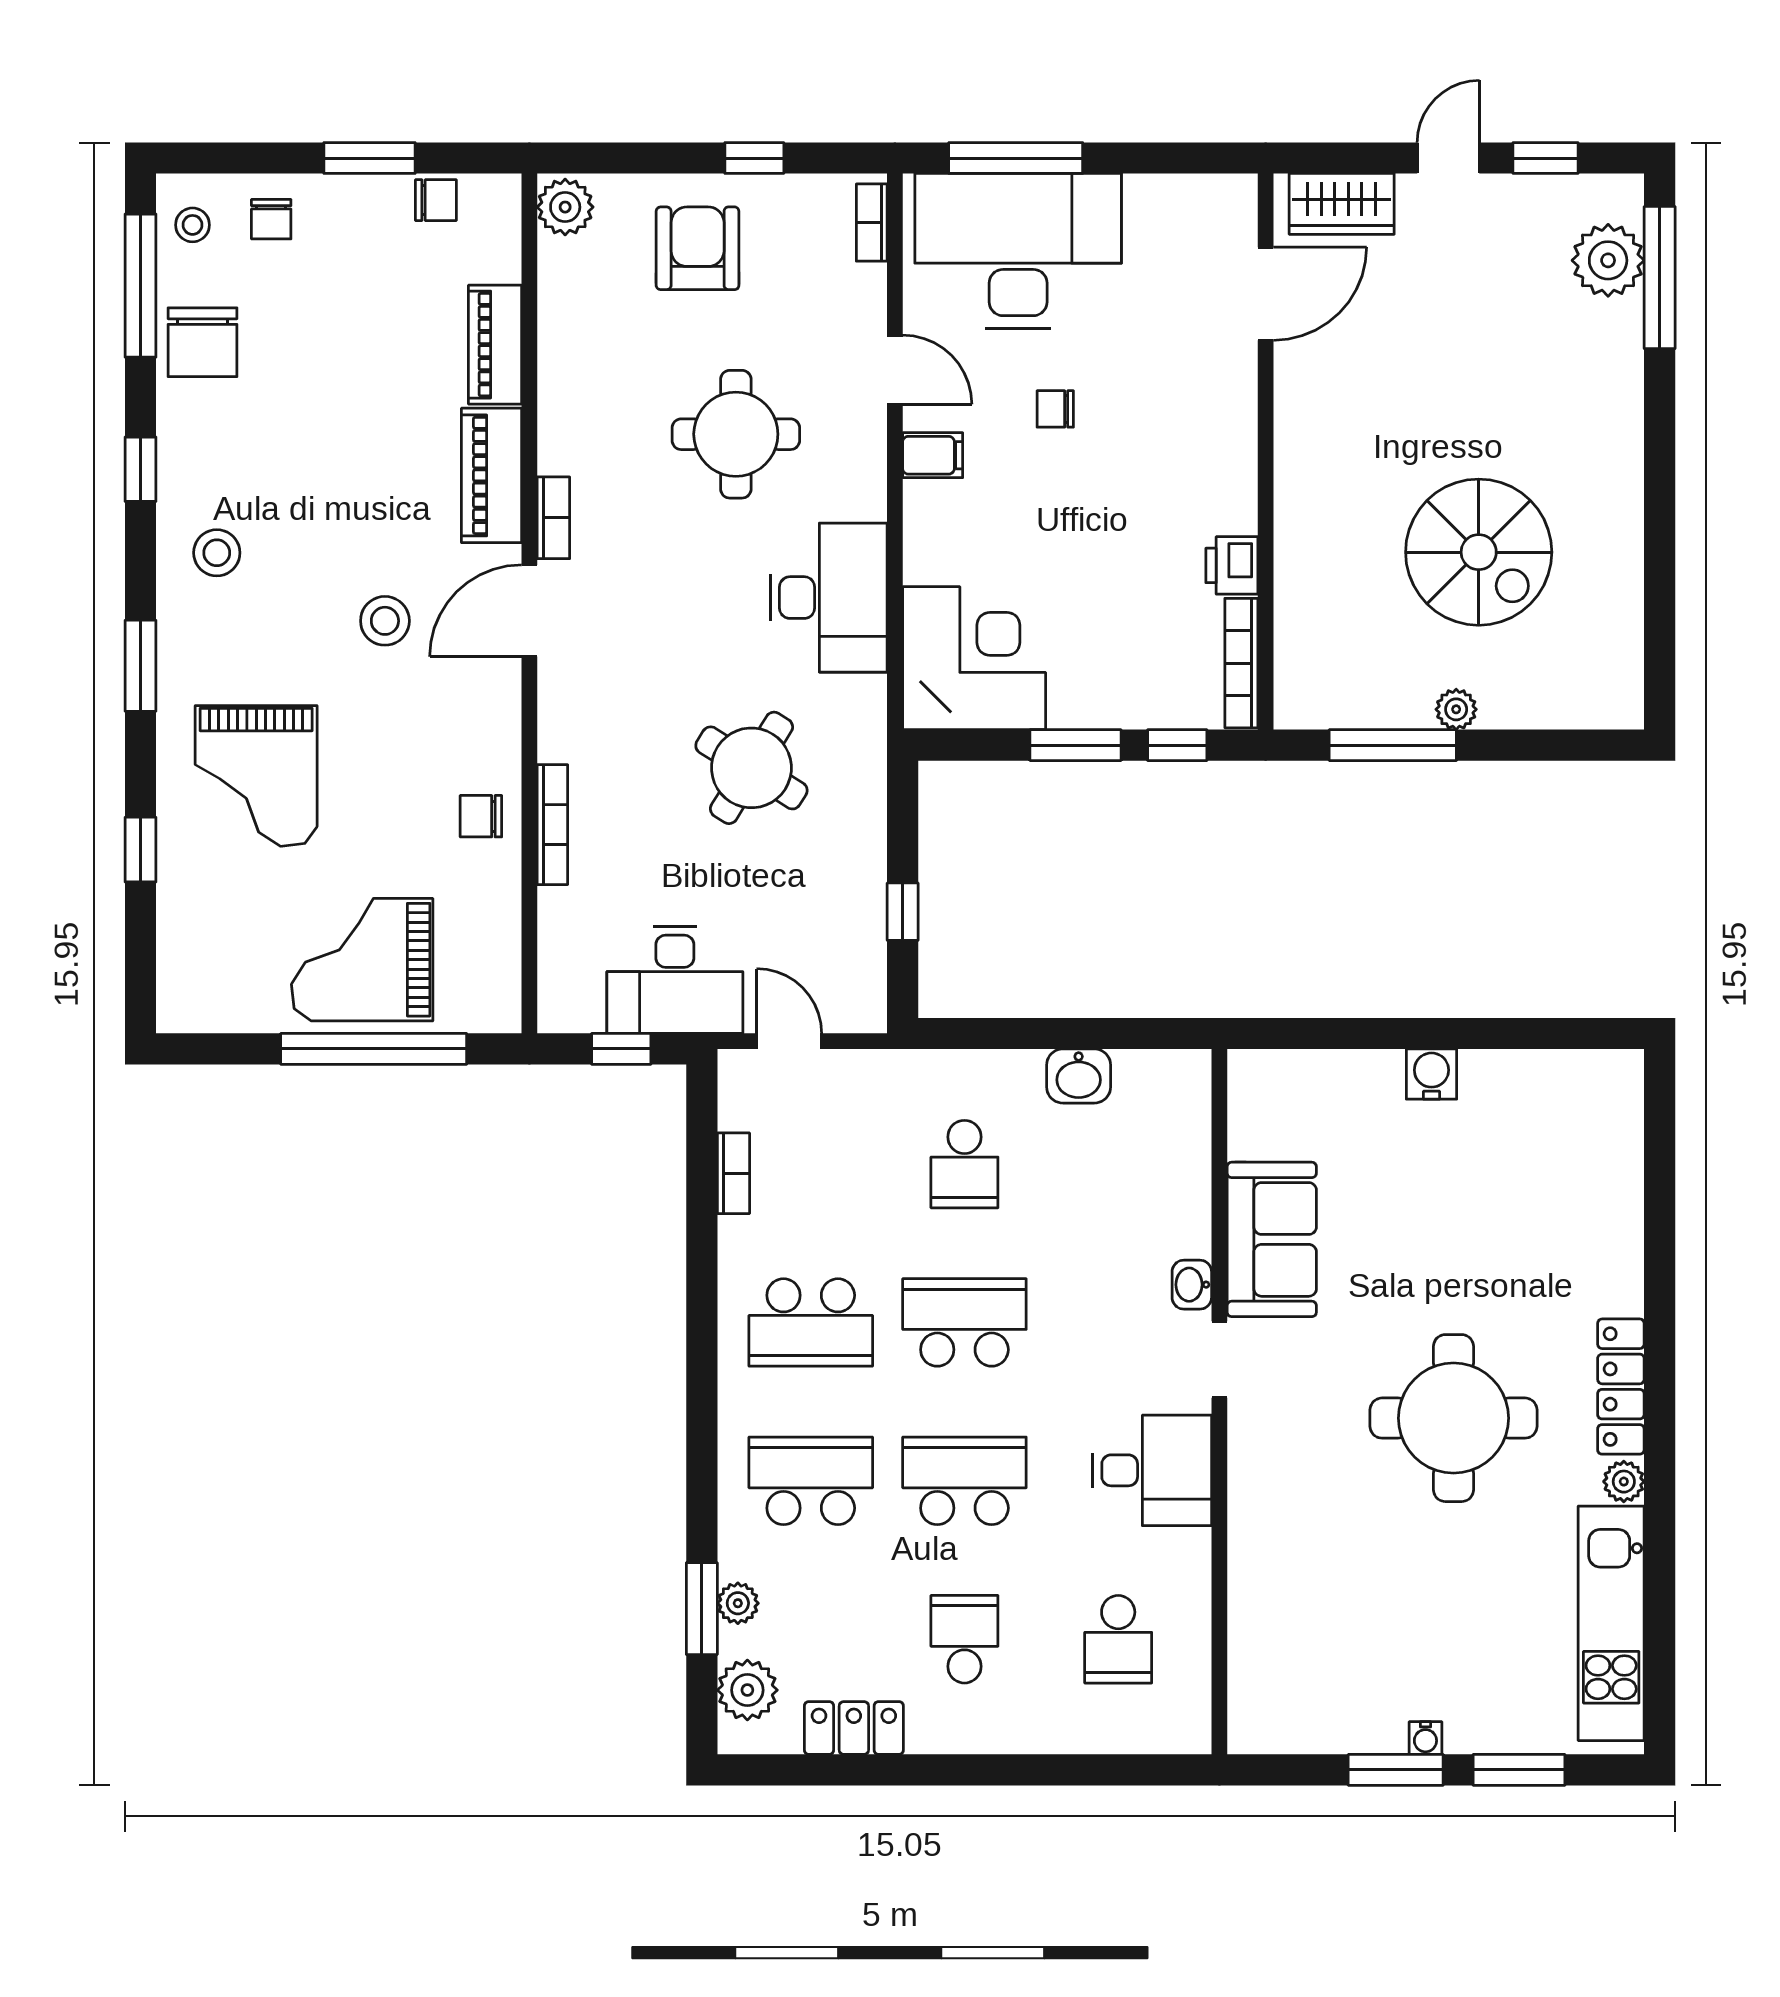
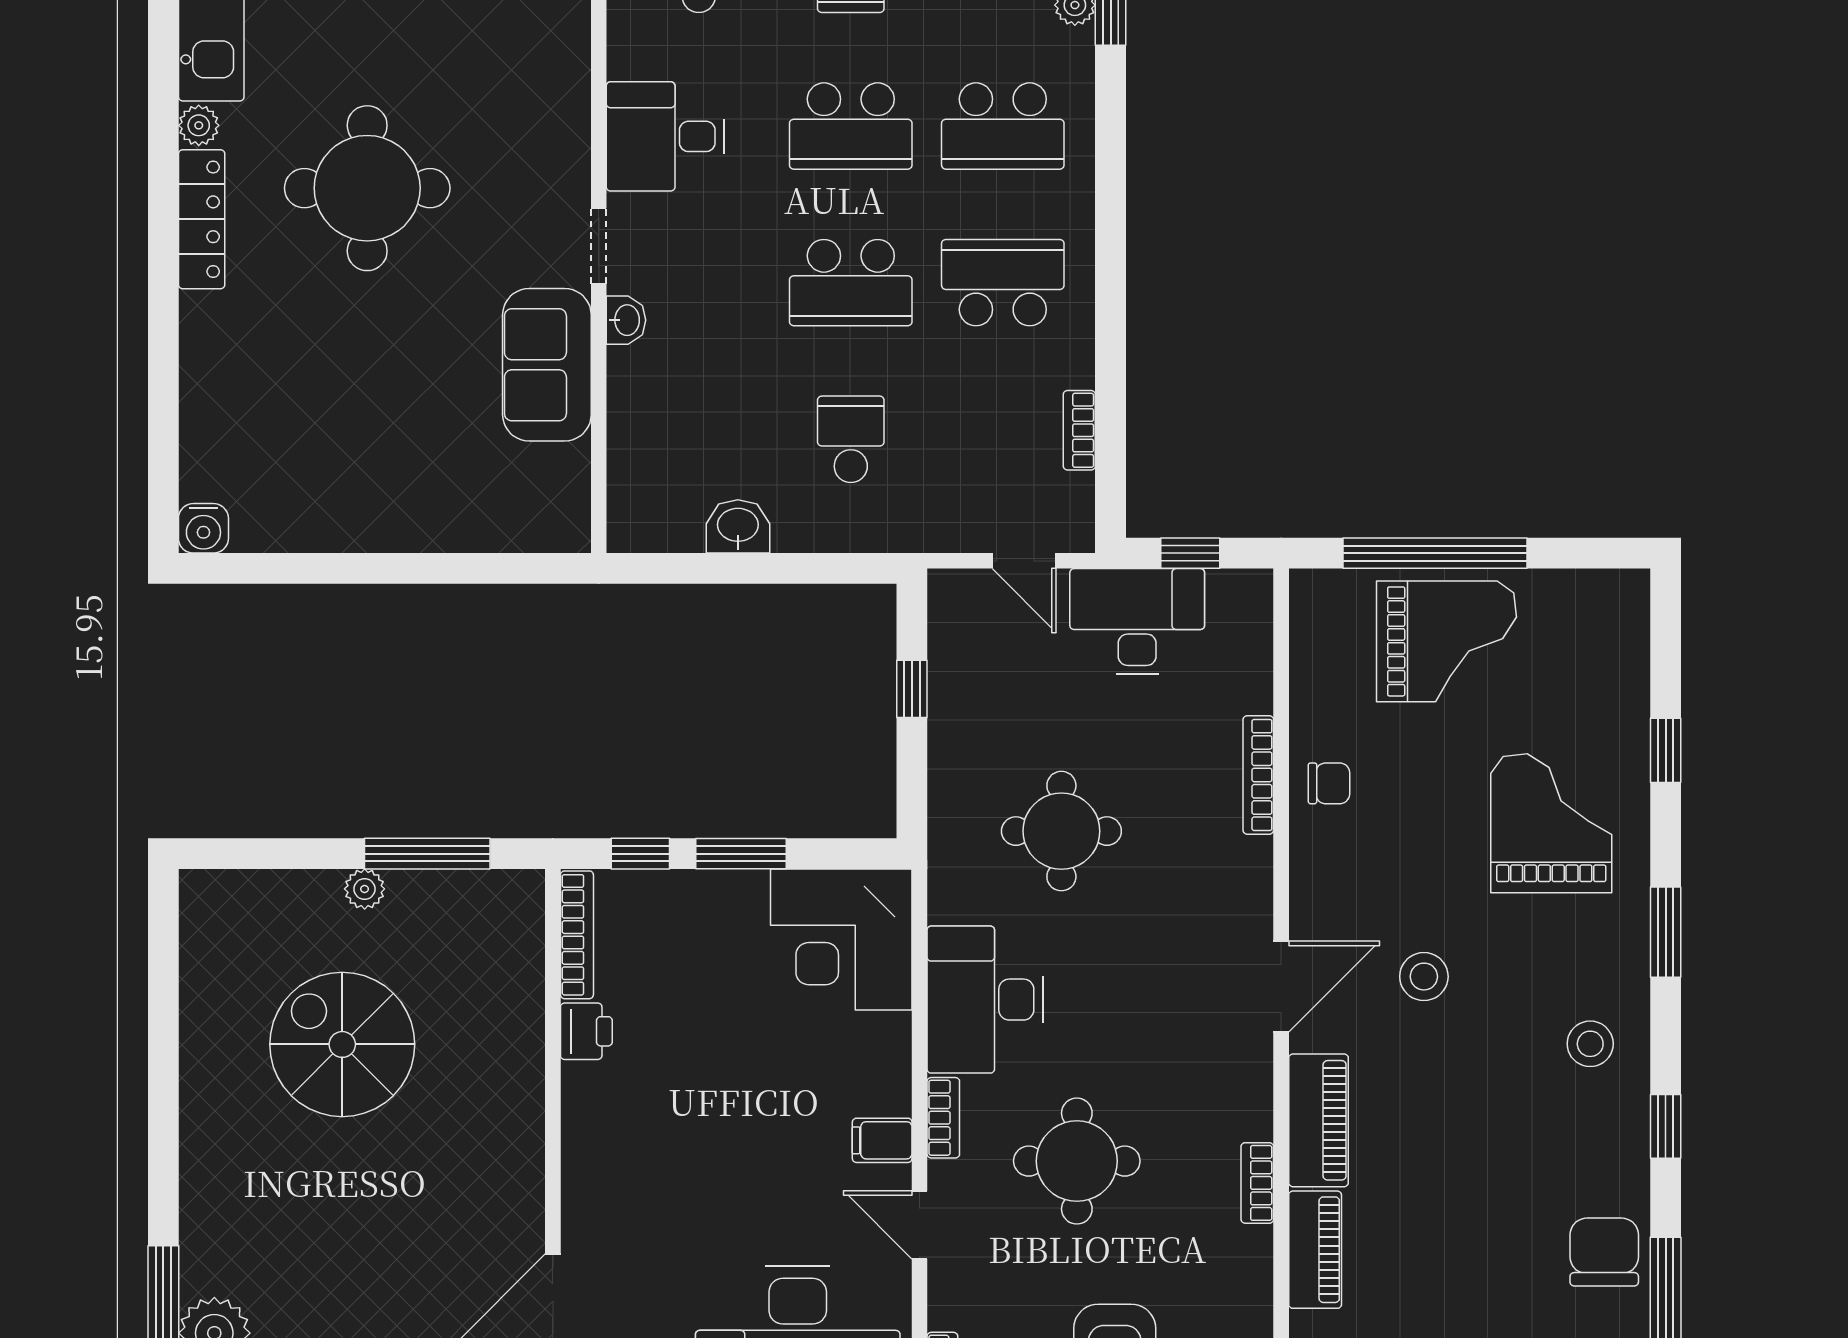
chair: (1055, 409) -> (761, 1186), removed
bookcase: (871, 478) -> (943, 1118), added
bookcase: (553, 518) -> (1257, 1183), moved
round table: (751, 768) -> (1061, 831), turned -32
water cooler: (1431, 1074) -> (203, 528), moved

